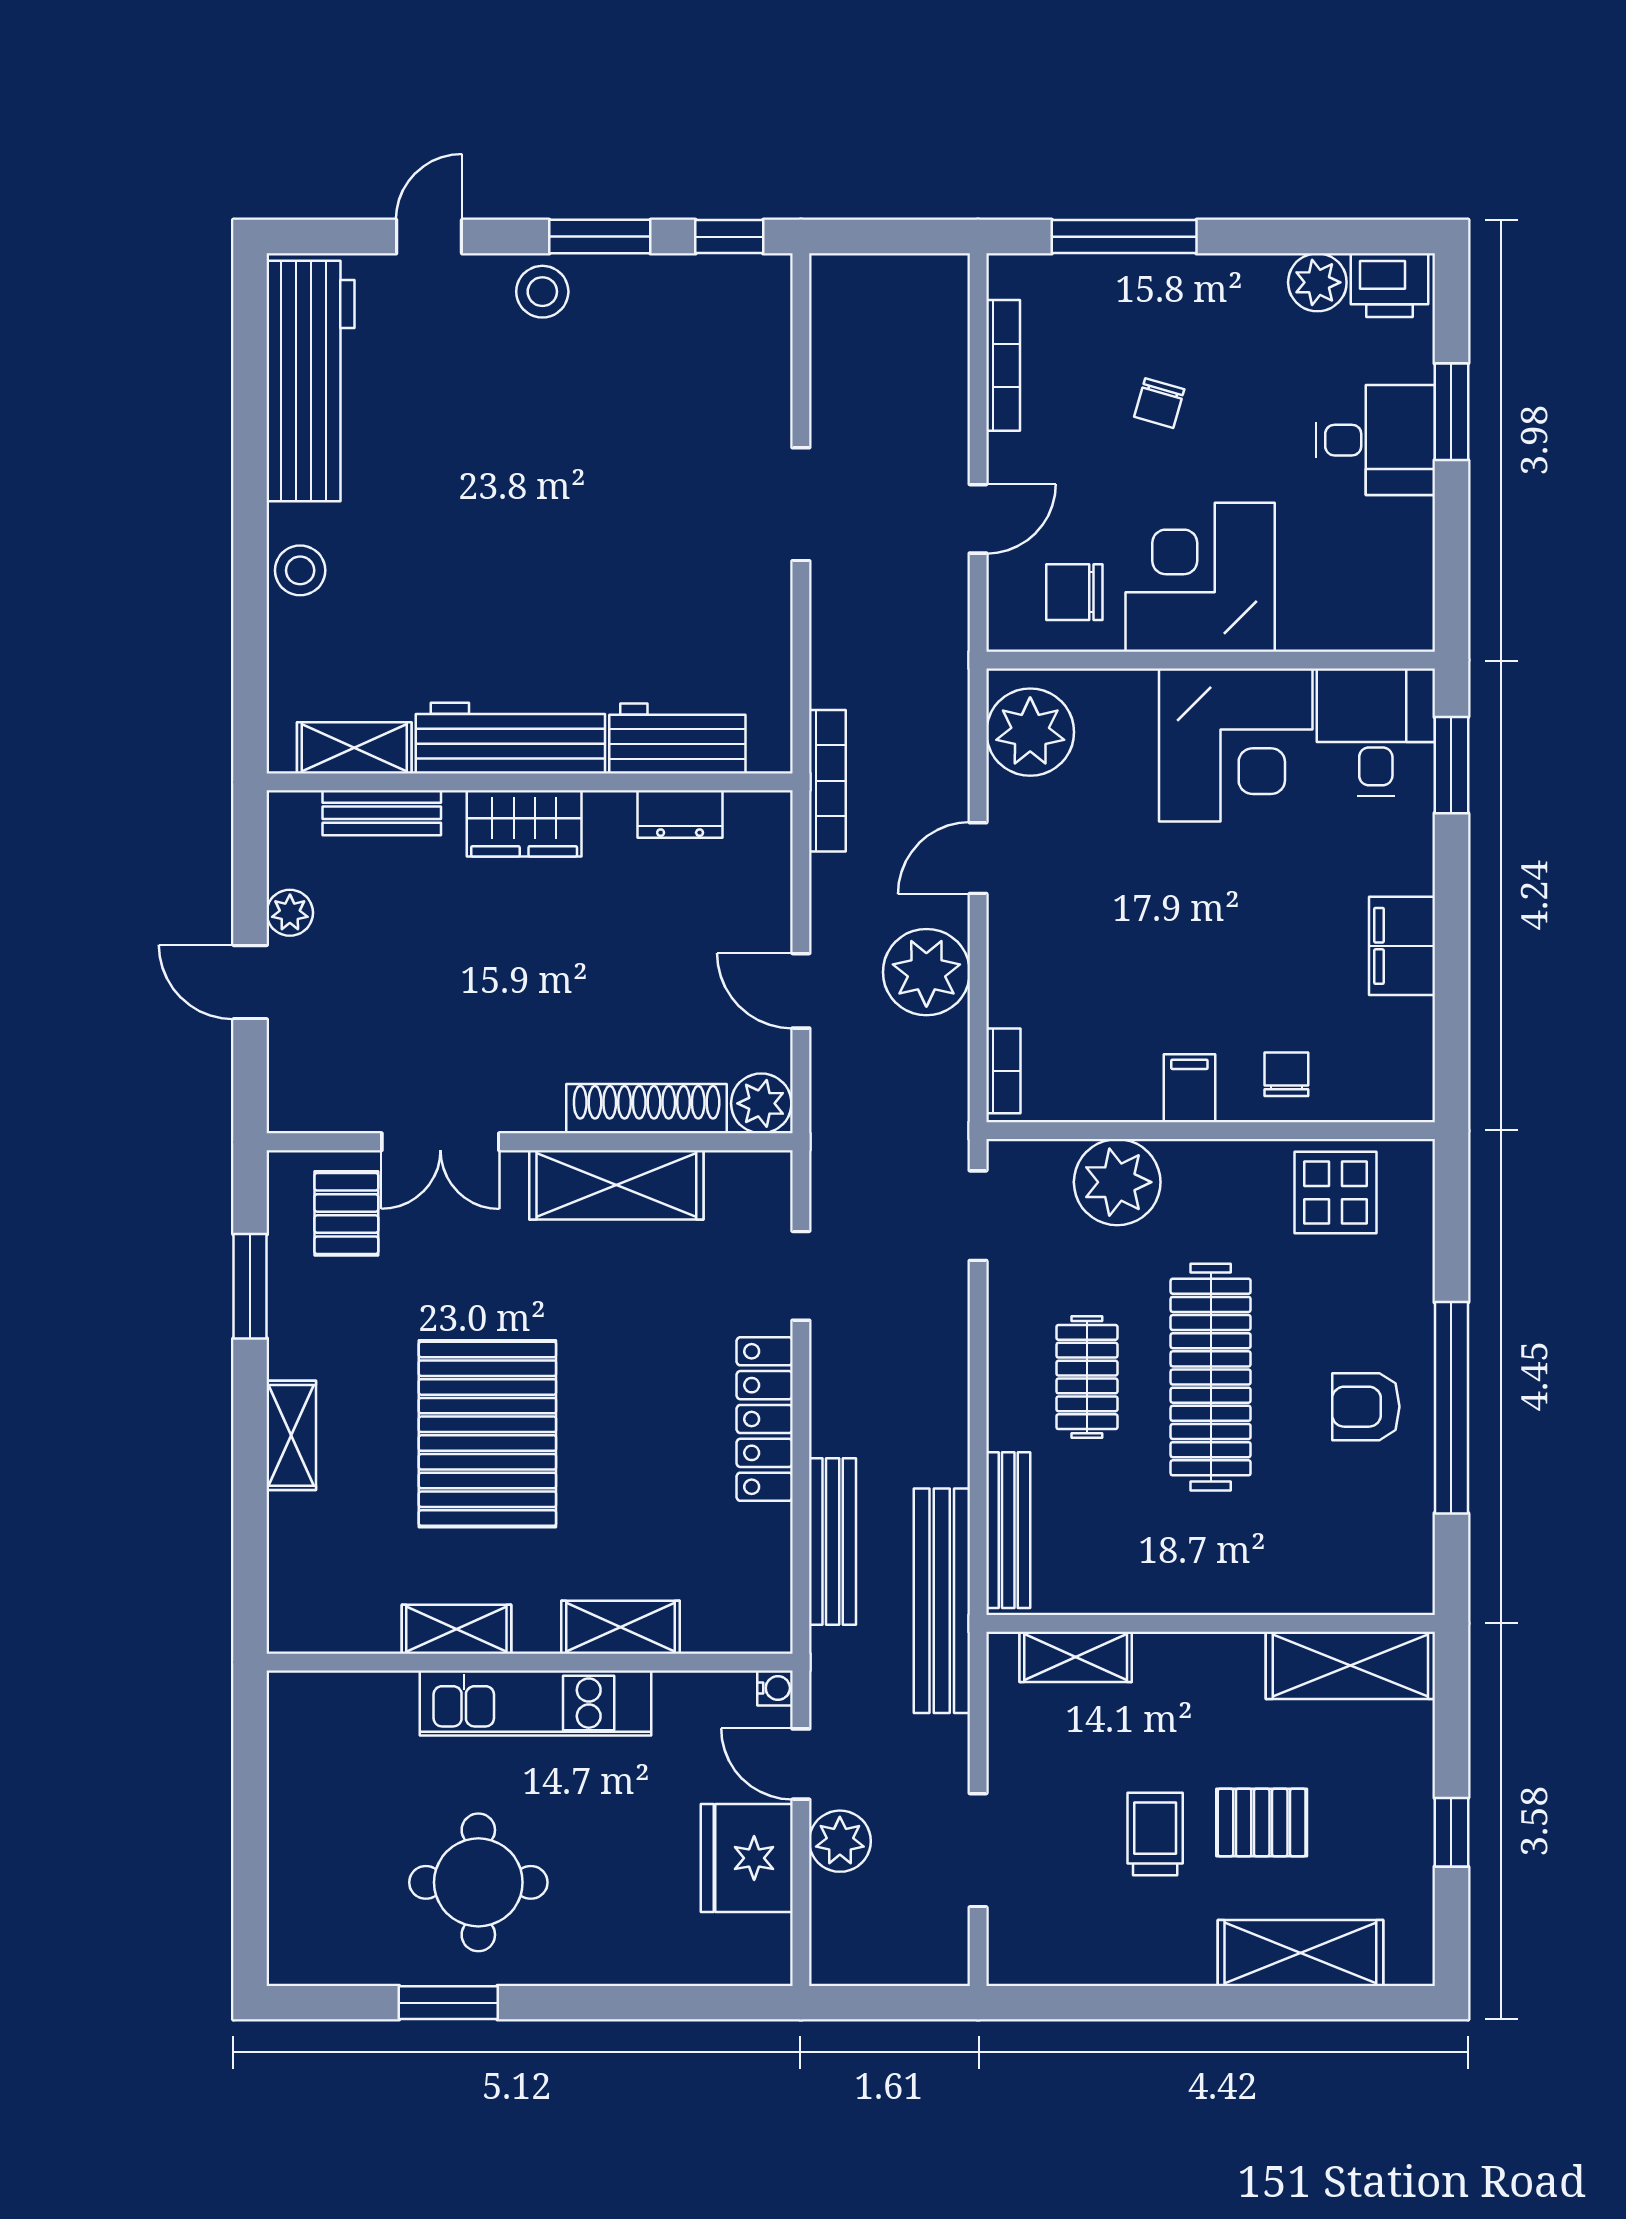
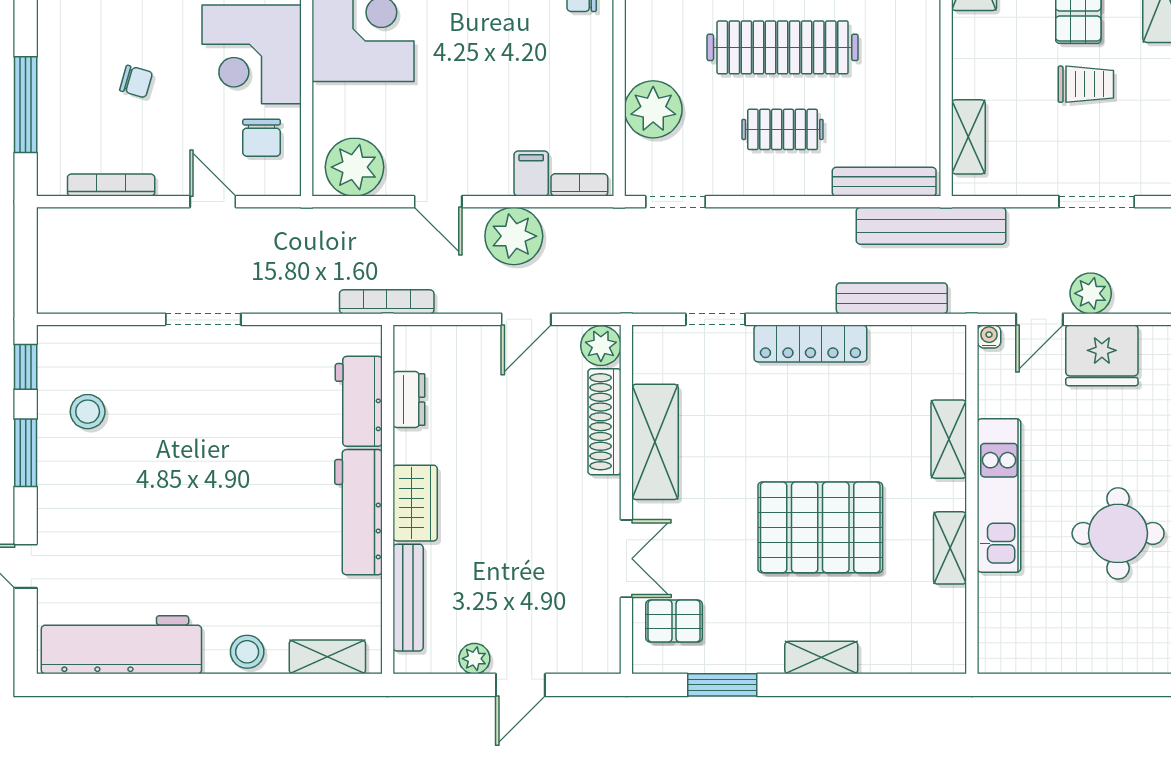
stool: (542, 292) -> (88, 412), moved
shelving: (354, 748) -> (327, 657), moved, turned 90
bench: (382, 813) -> (408, 598), width x1.36
filing cabinet: (1189, 1088) -> (531, 174), moved, turned 90
trolley: (1155, 1834) -> (1086, 84), turned 180

